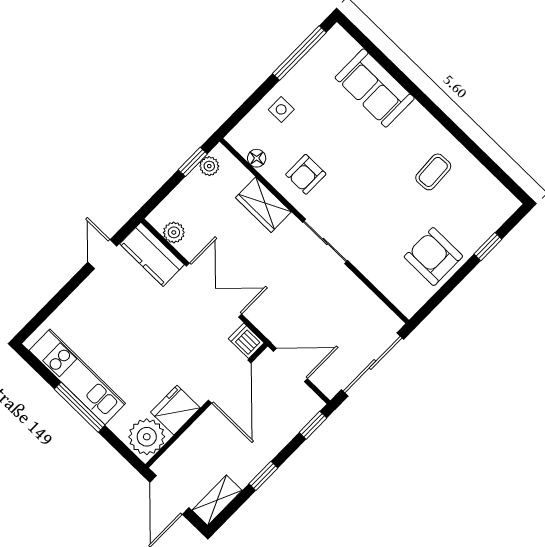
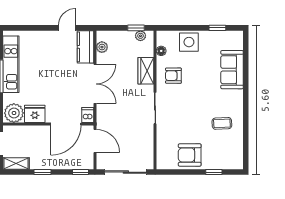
window: (299, 53) -> (217, 28), width x0.46
side table: (281, 109) -> (189, 42), width x1.87, depth x1.87
armchair: (433, 257) -> (190, 155), turned -90

